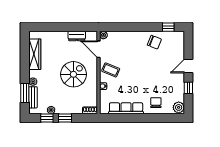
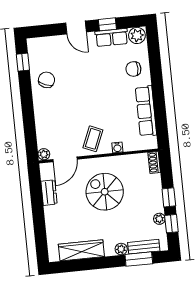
row of seats: (179, 90) -> (112, 38), added

